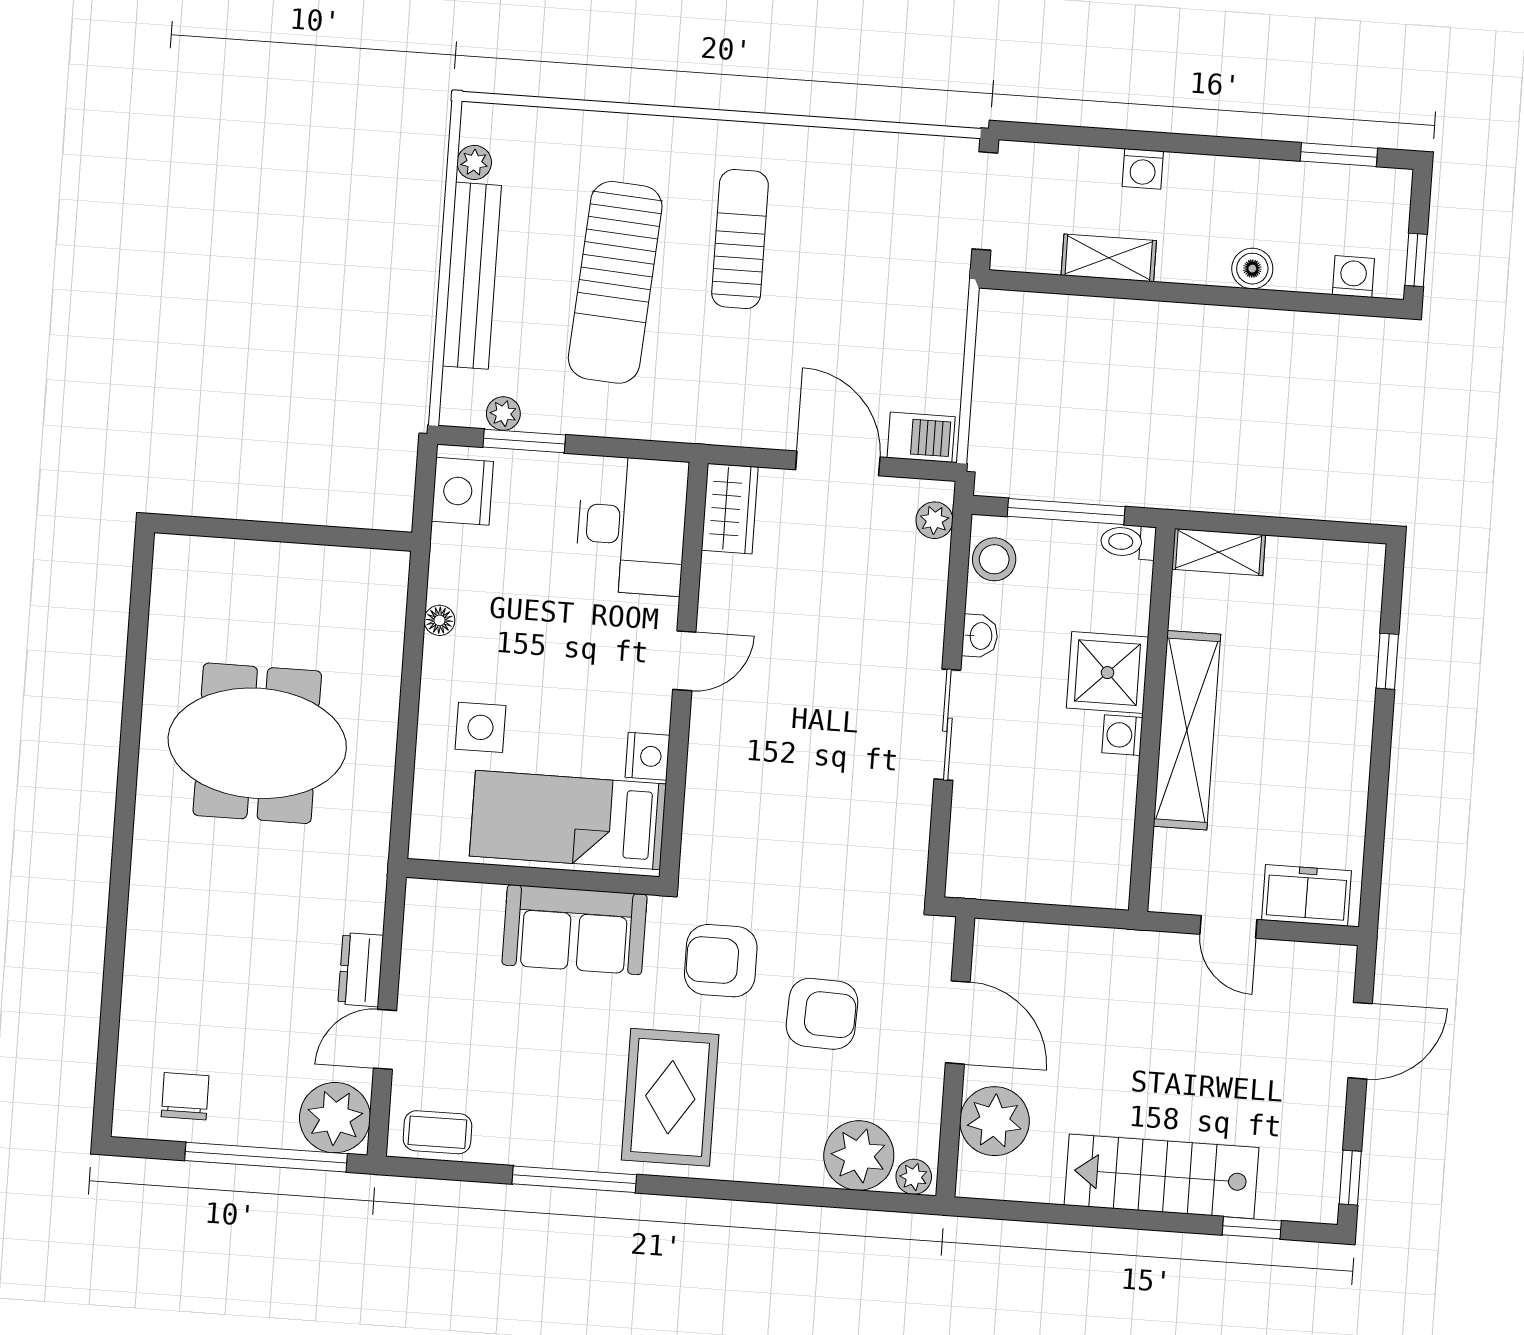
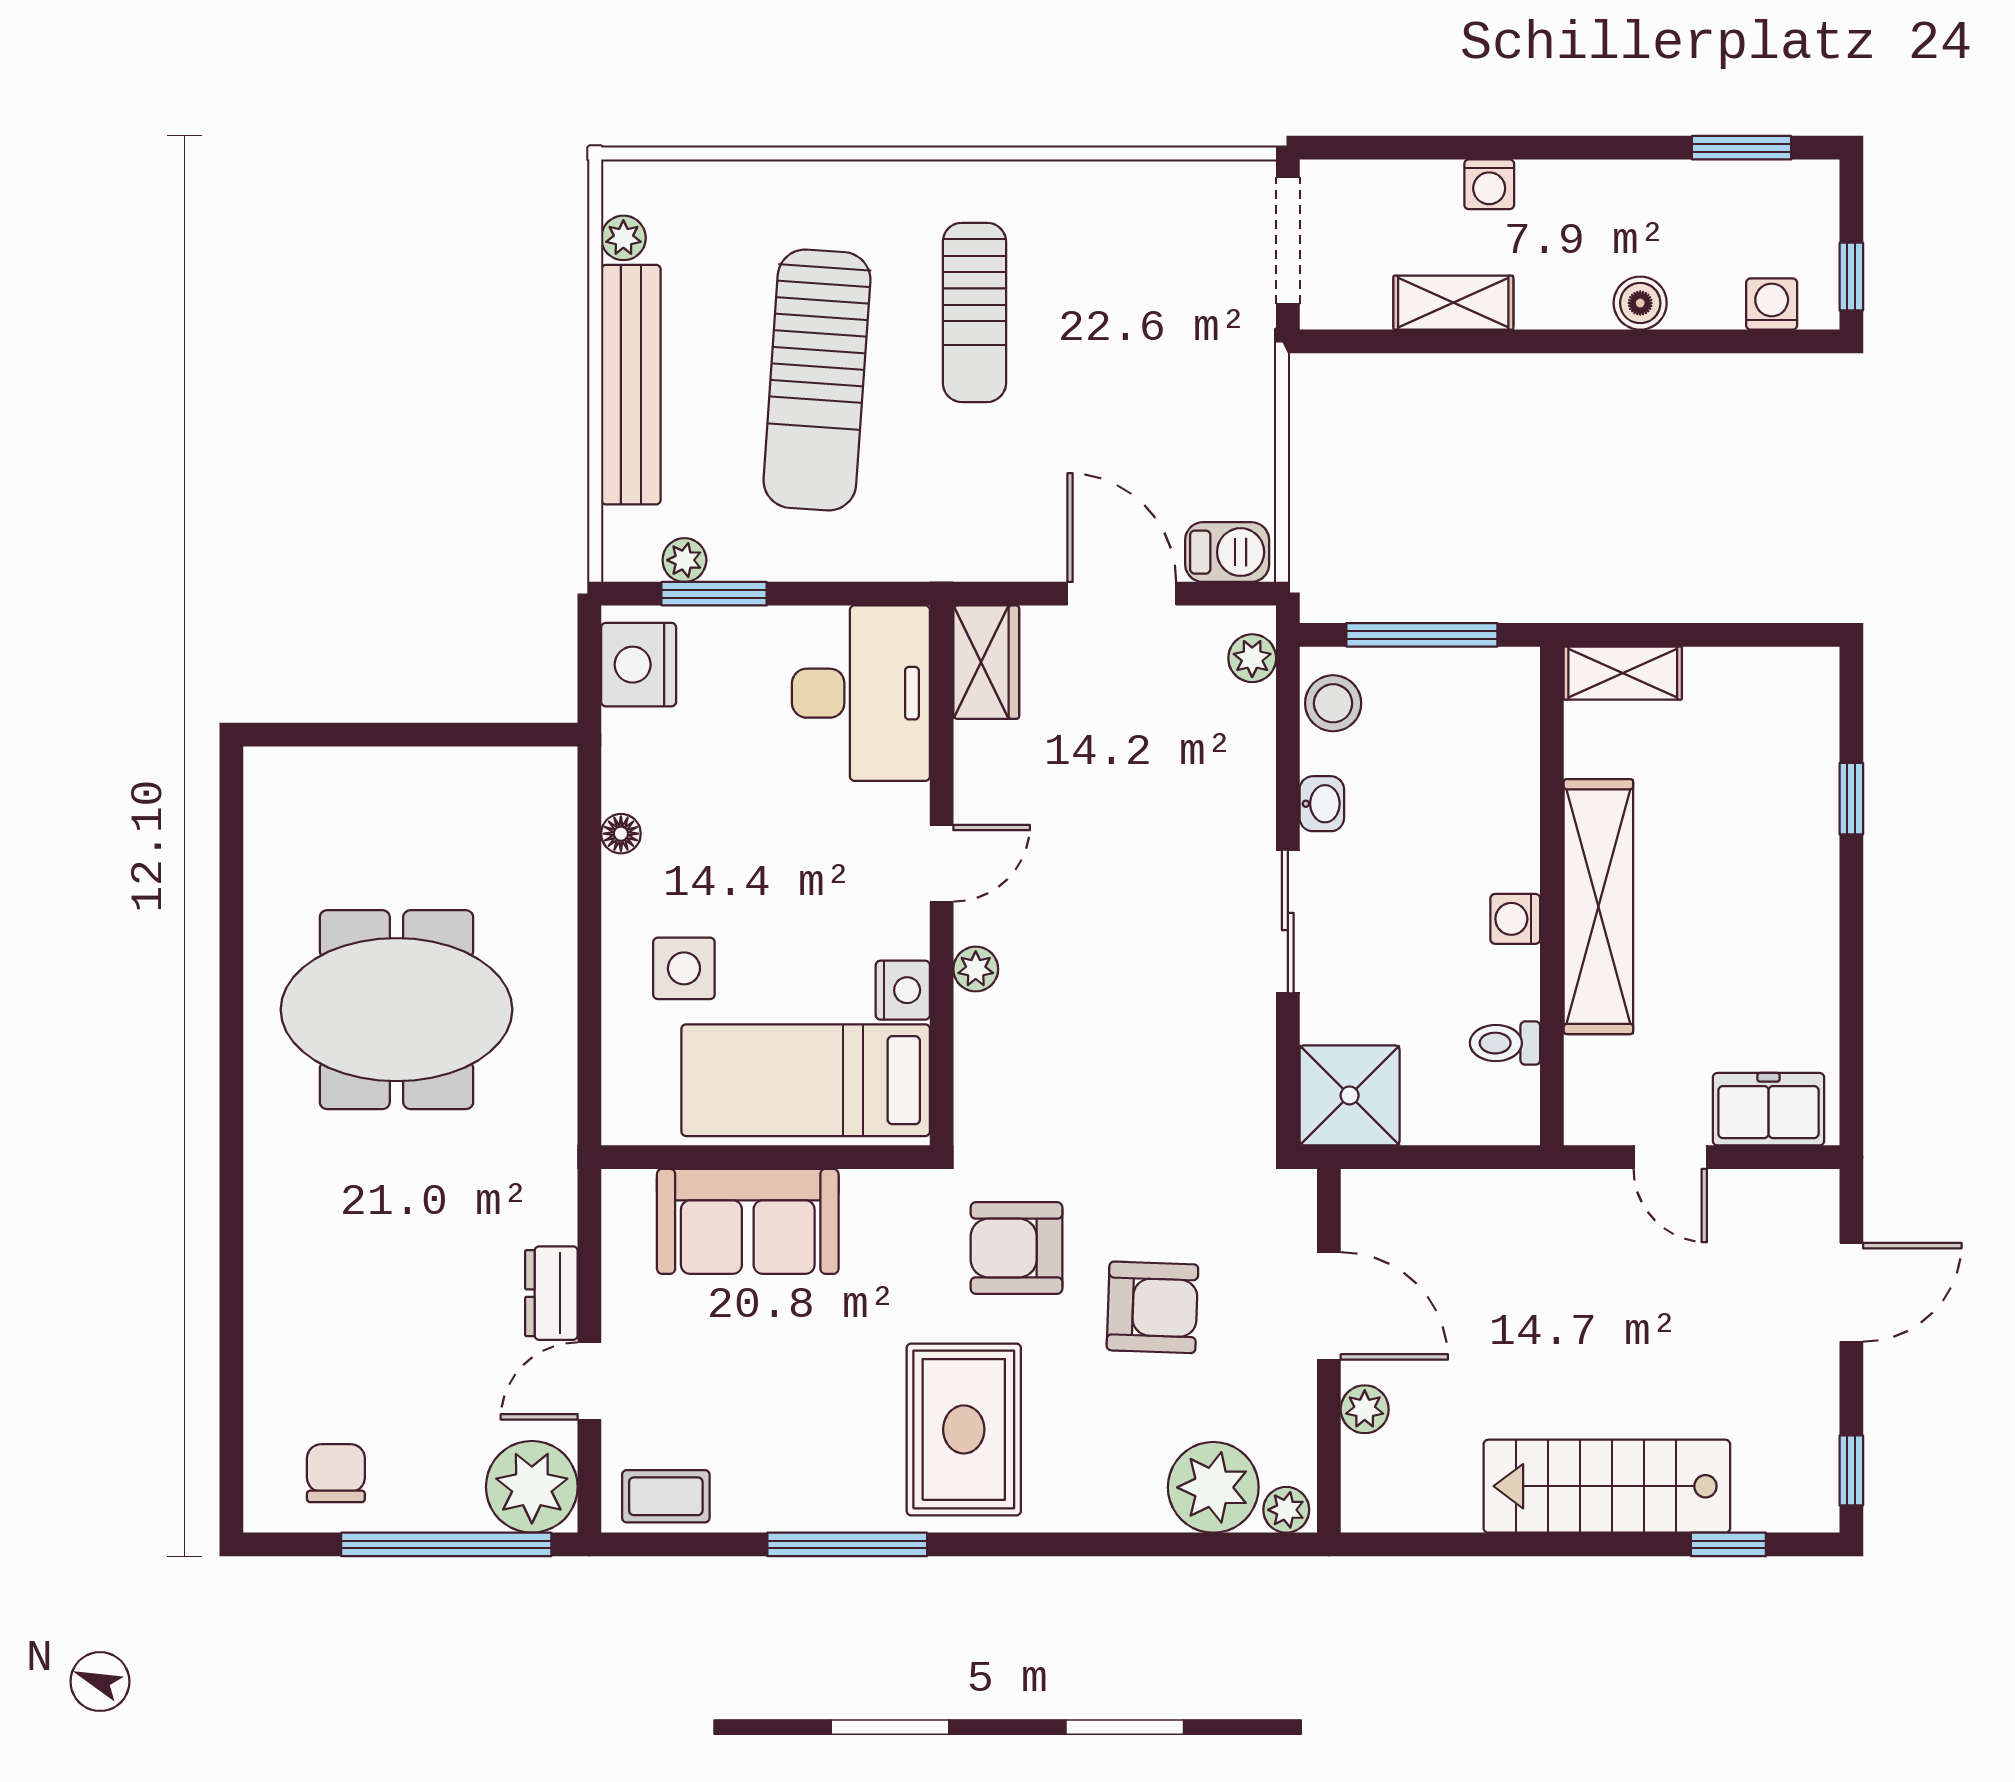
sun lounger: (740, 239) -> (974, 312), turned 180
toilet: (1128, 542) -> (1505, 1043), moved
shower: (1107, 673) -> (1350, 1095), moved
plant: (705, 744) -> (976, 969), added
sofa: (575, 930) -> (748, 1221), moved
plant: (995, 1121) -> (1365, 1409), width x0.53, depth x0.53

